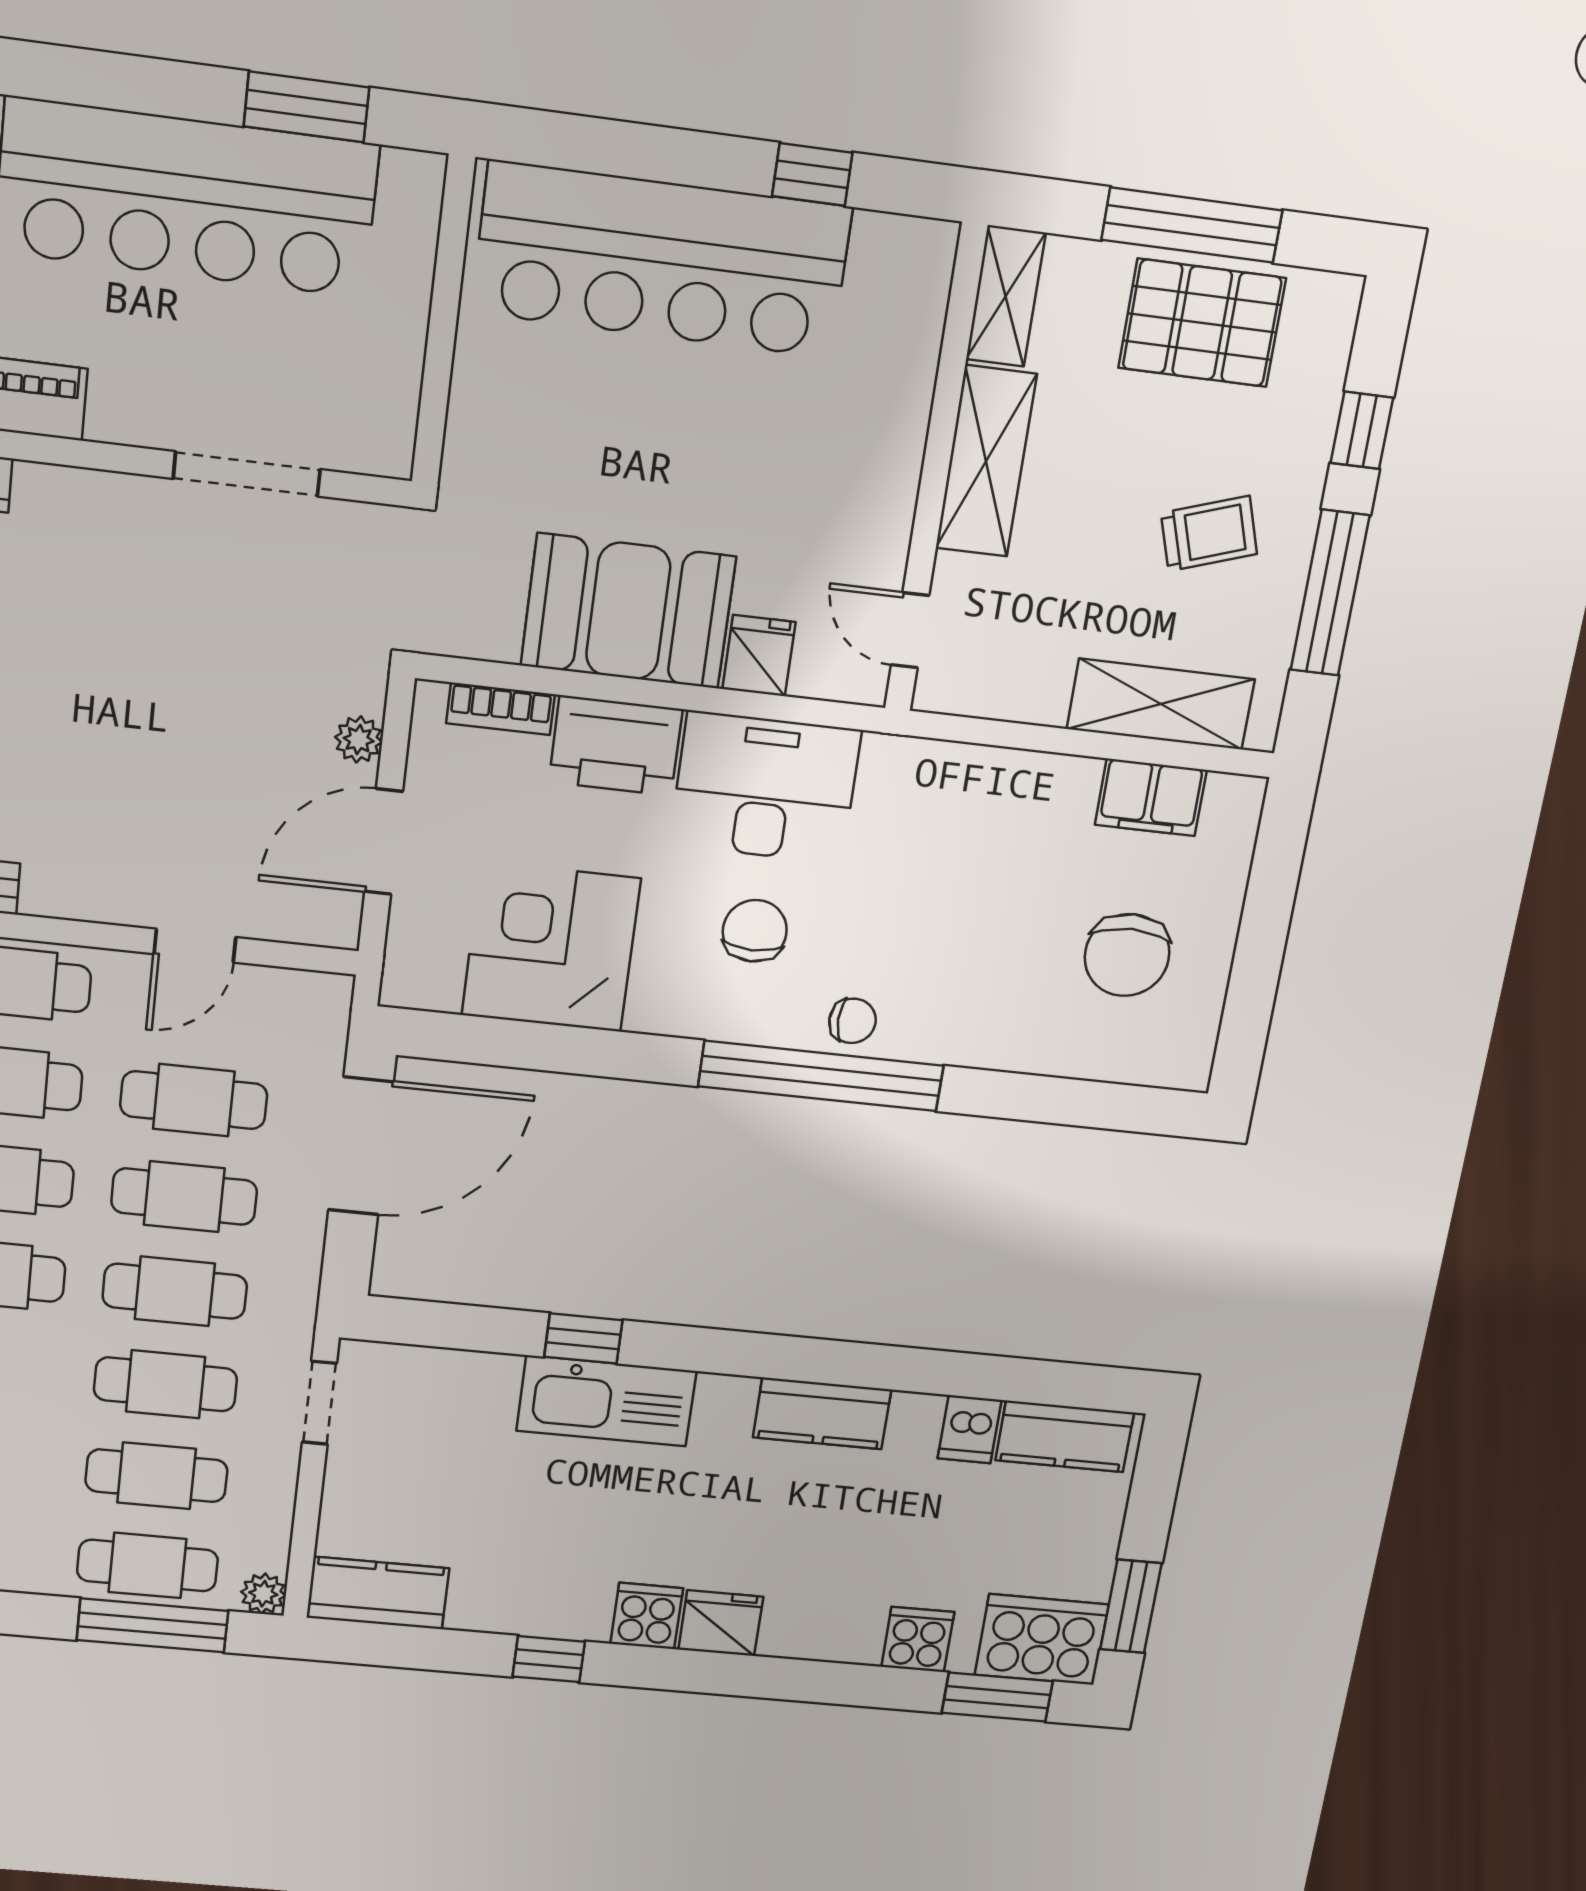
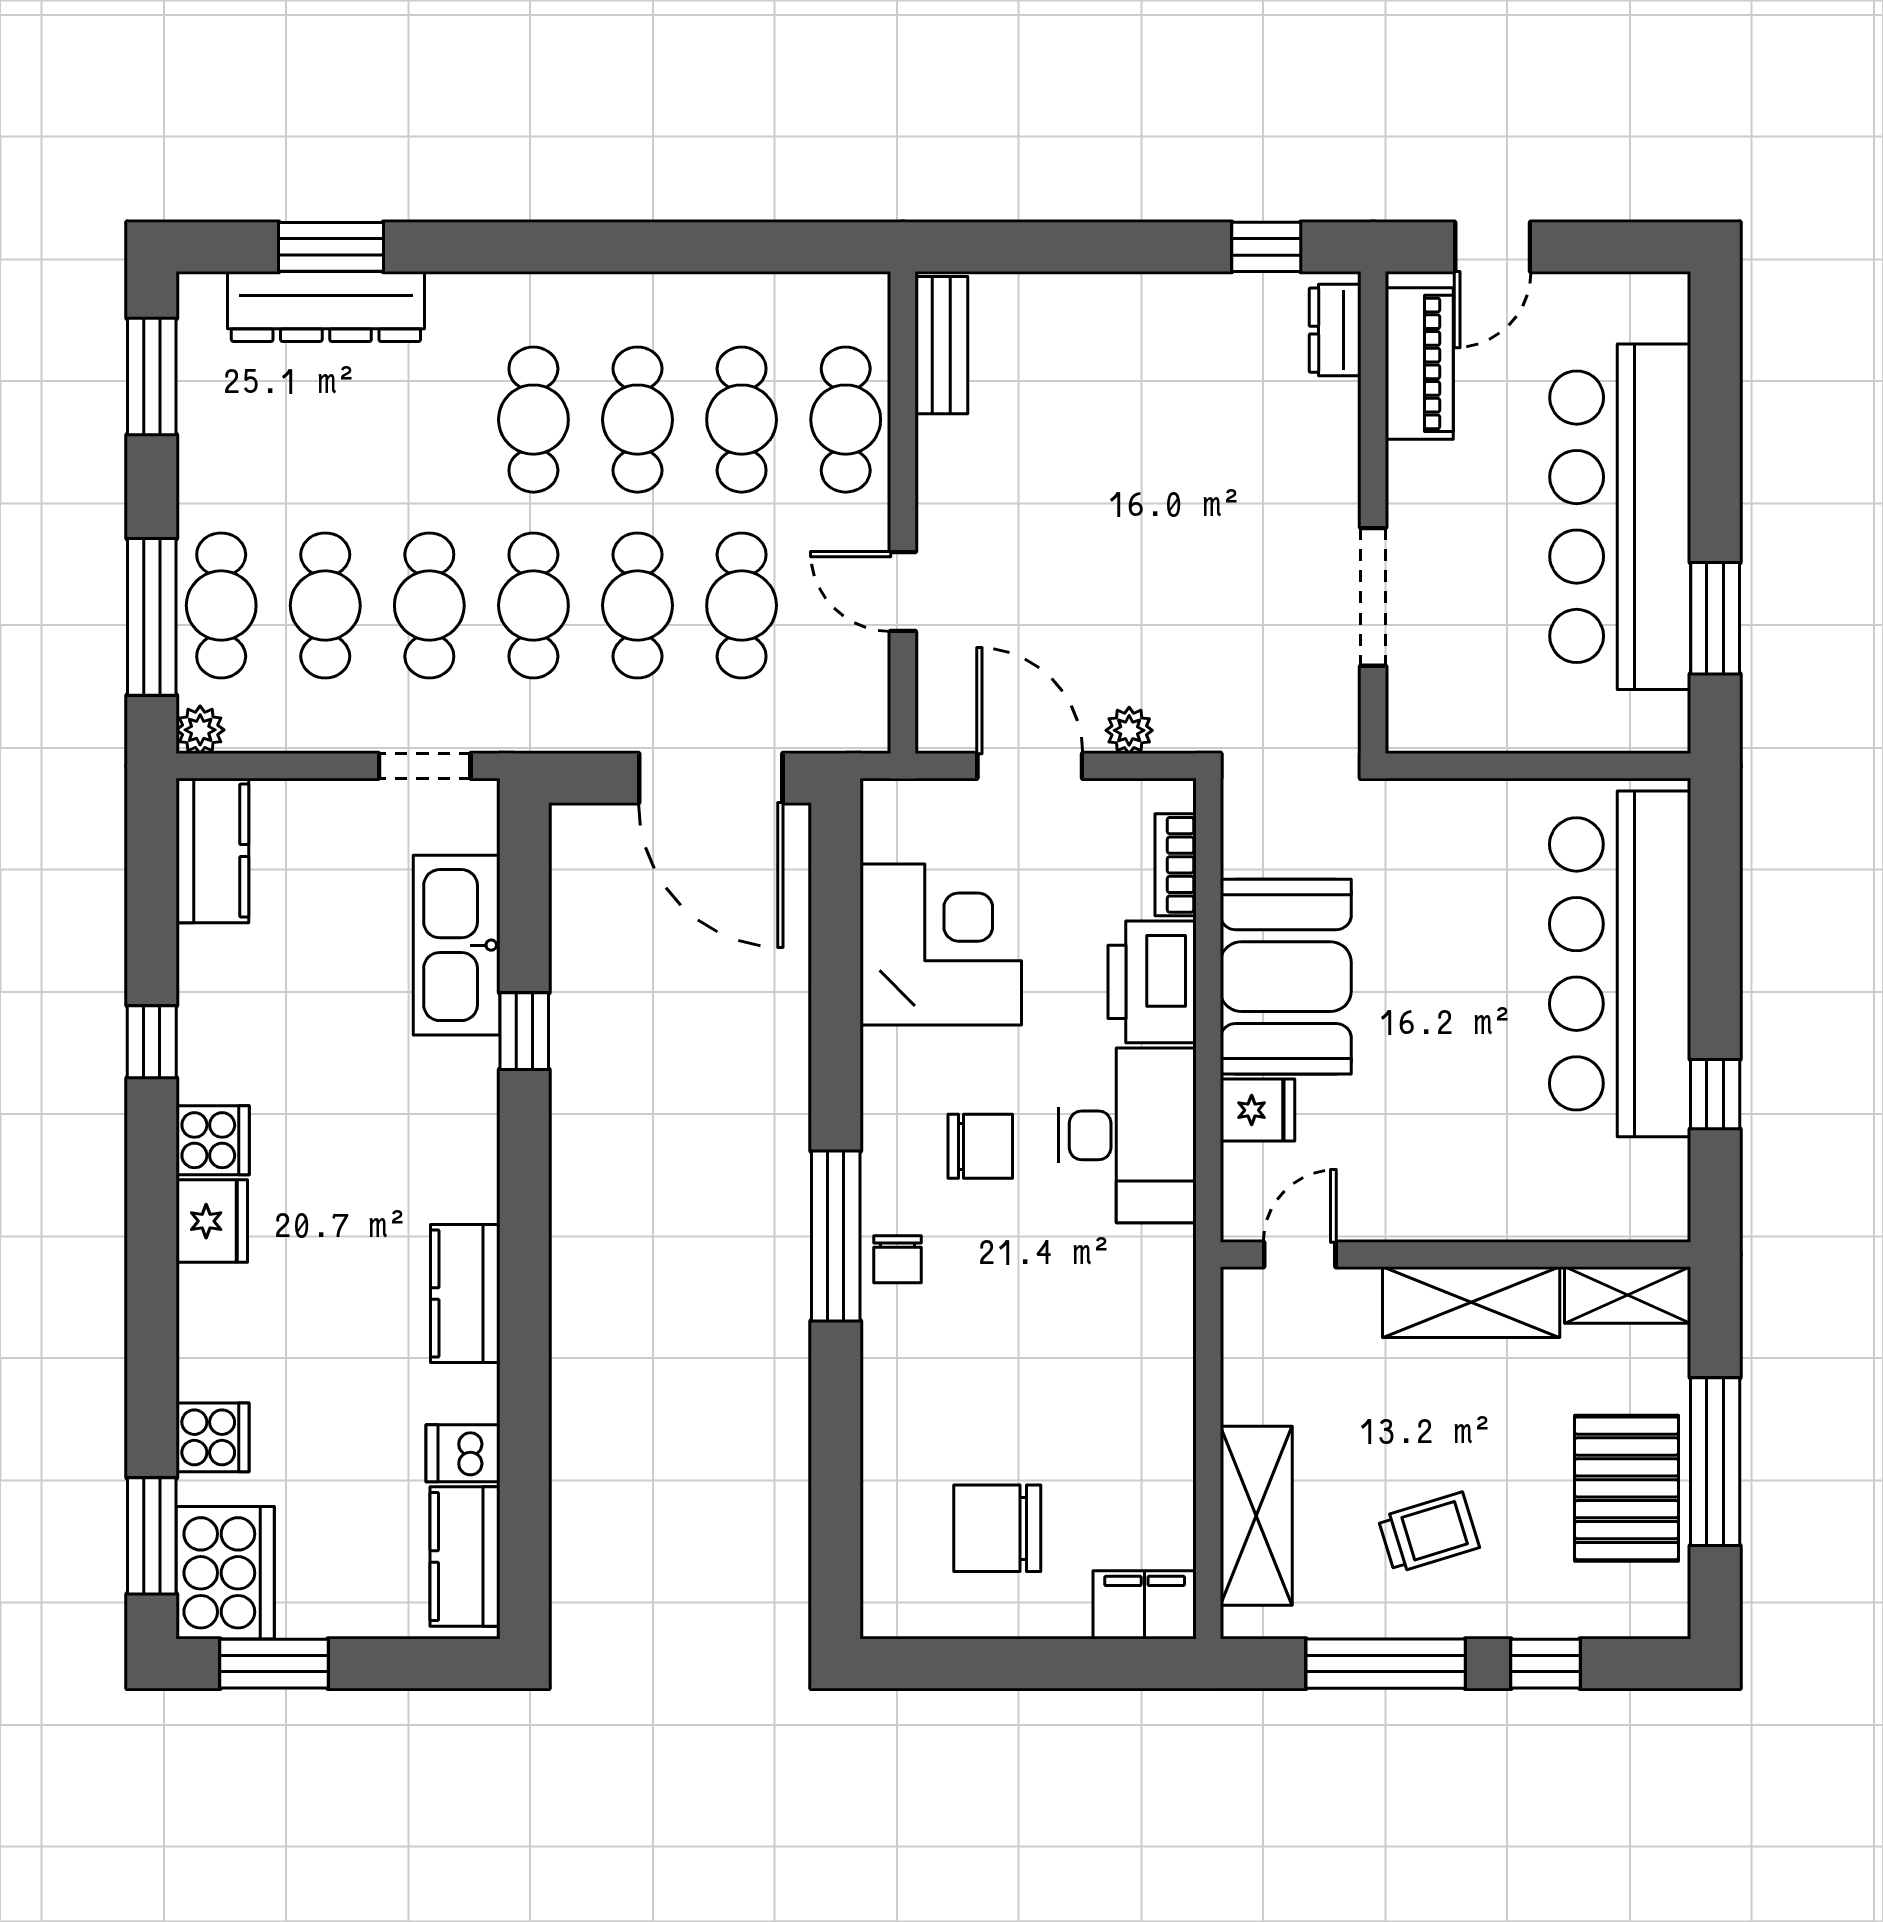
trolley: (1209, 534) -> (1429, 1533), turned -89
filing cabinet: (1151, 797) -> (1145, 1605), moved, turned 90
window: (821, 1076) -> (836, 1236), width x0.68
kitchen sink: (606, 1401) -> (457, 945), moved

